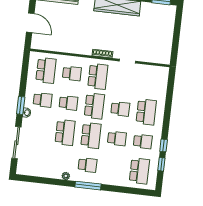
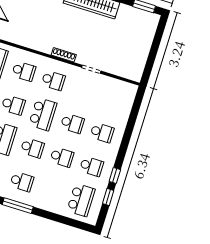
school desk: (98, 76) -> (53, 80), width x0.54
school desk: (146, 112) -> (102, 133), width x0.54
school desk: (91, 135) -> (32, 148), width x0.54

